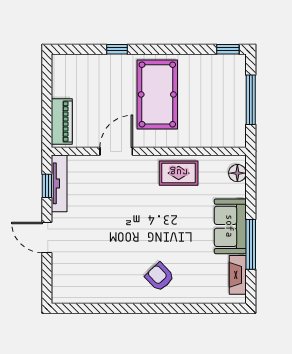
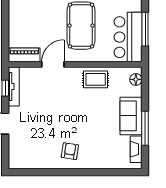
bar counter: (226, 111) -> (128, 37), added
piano: (62, 121) -> (24, 55), moved, turned -90
armchair: (160, 277) -> (70, 151), moved, turned 53

